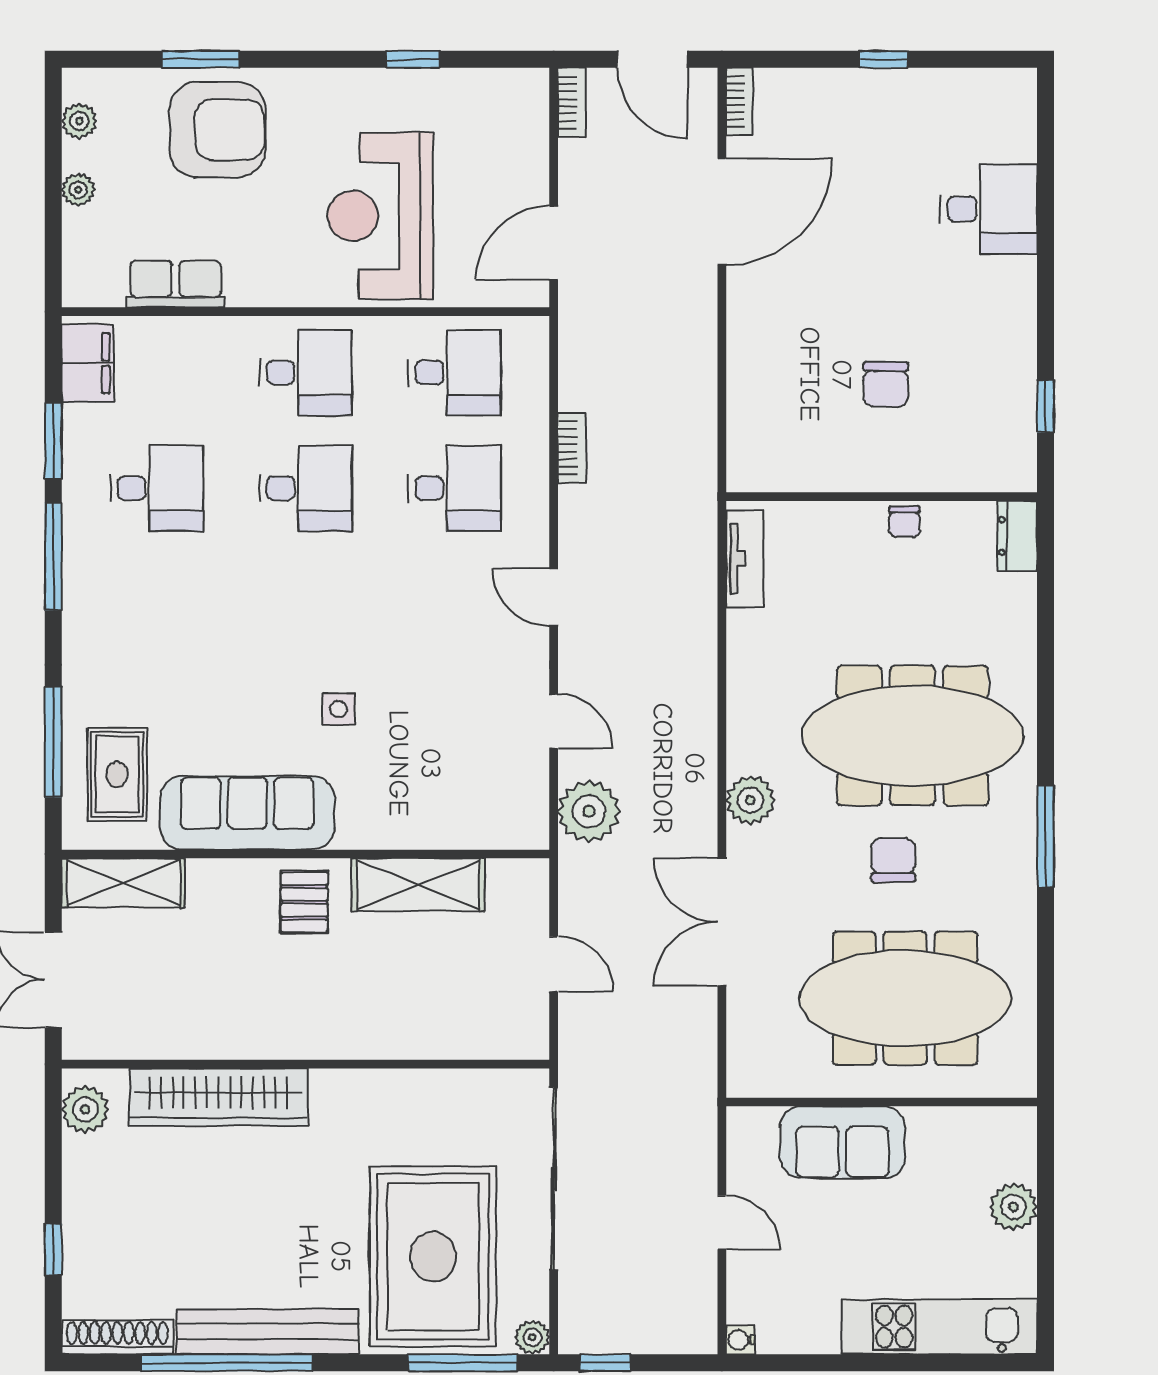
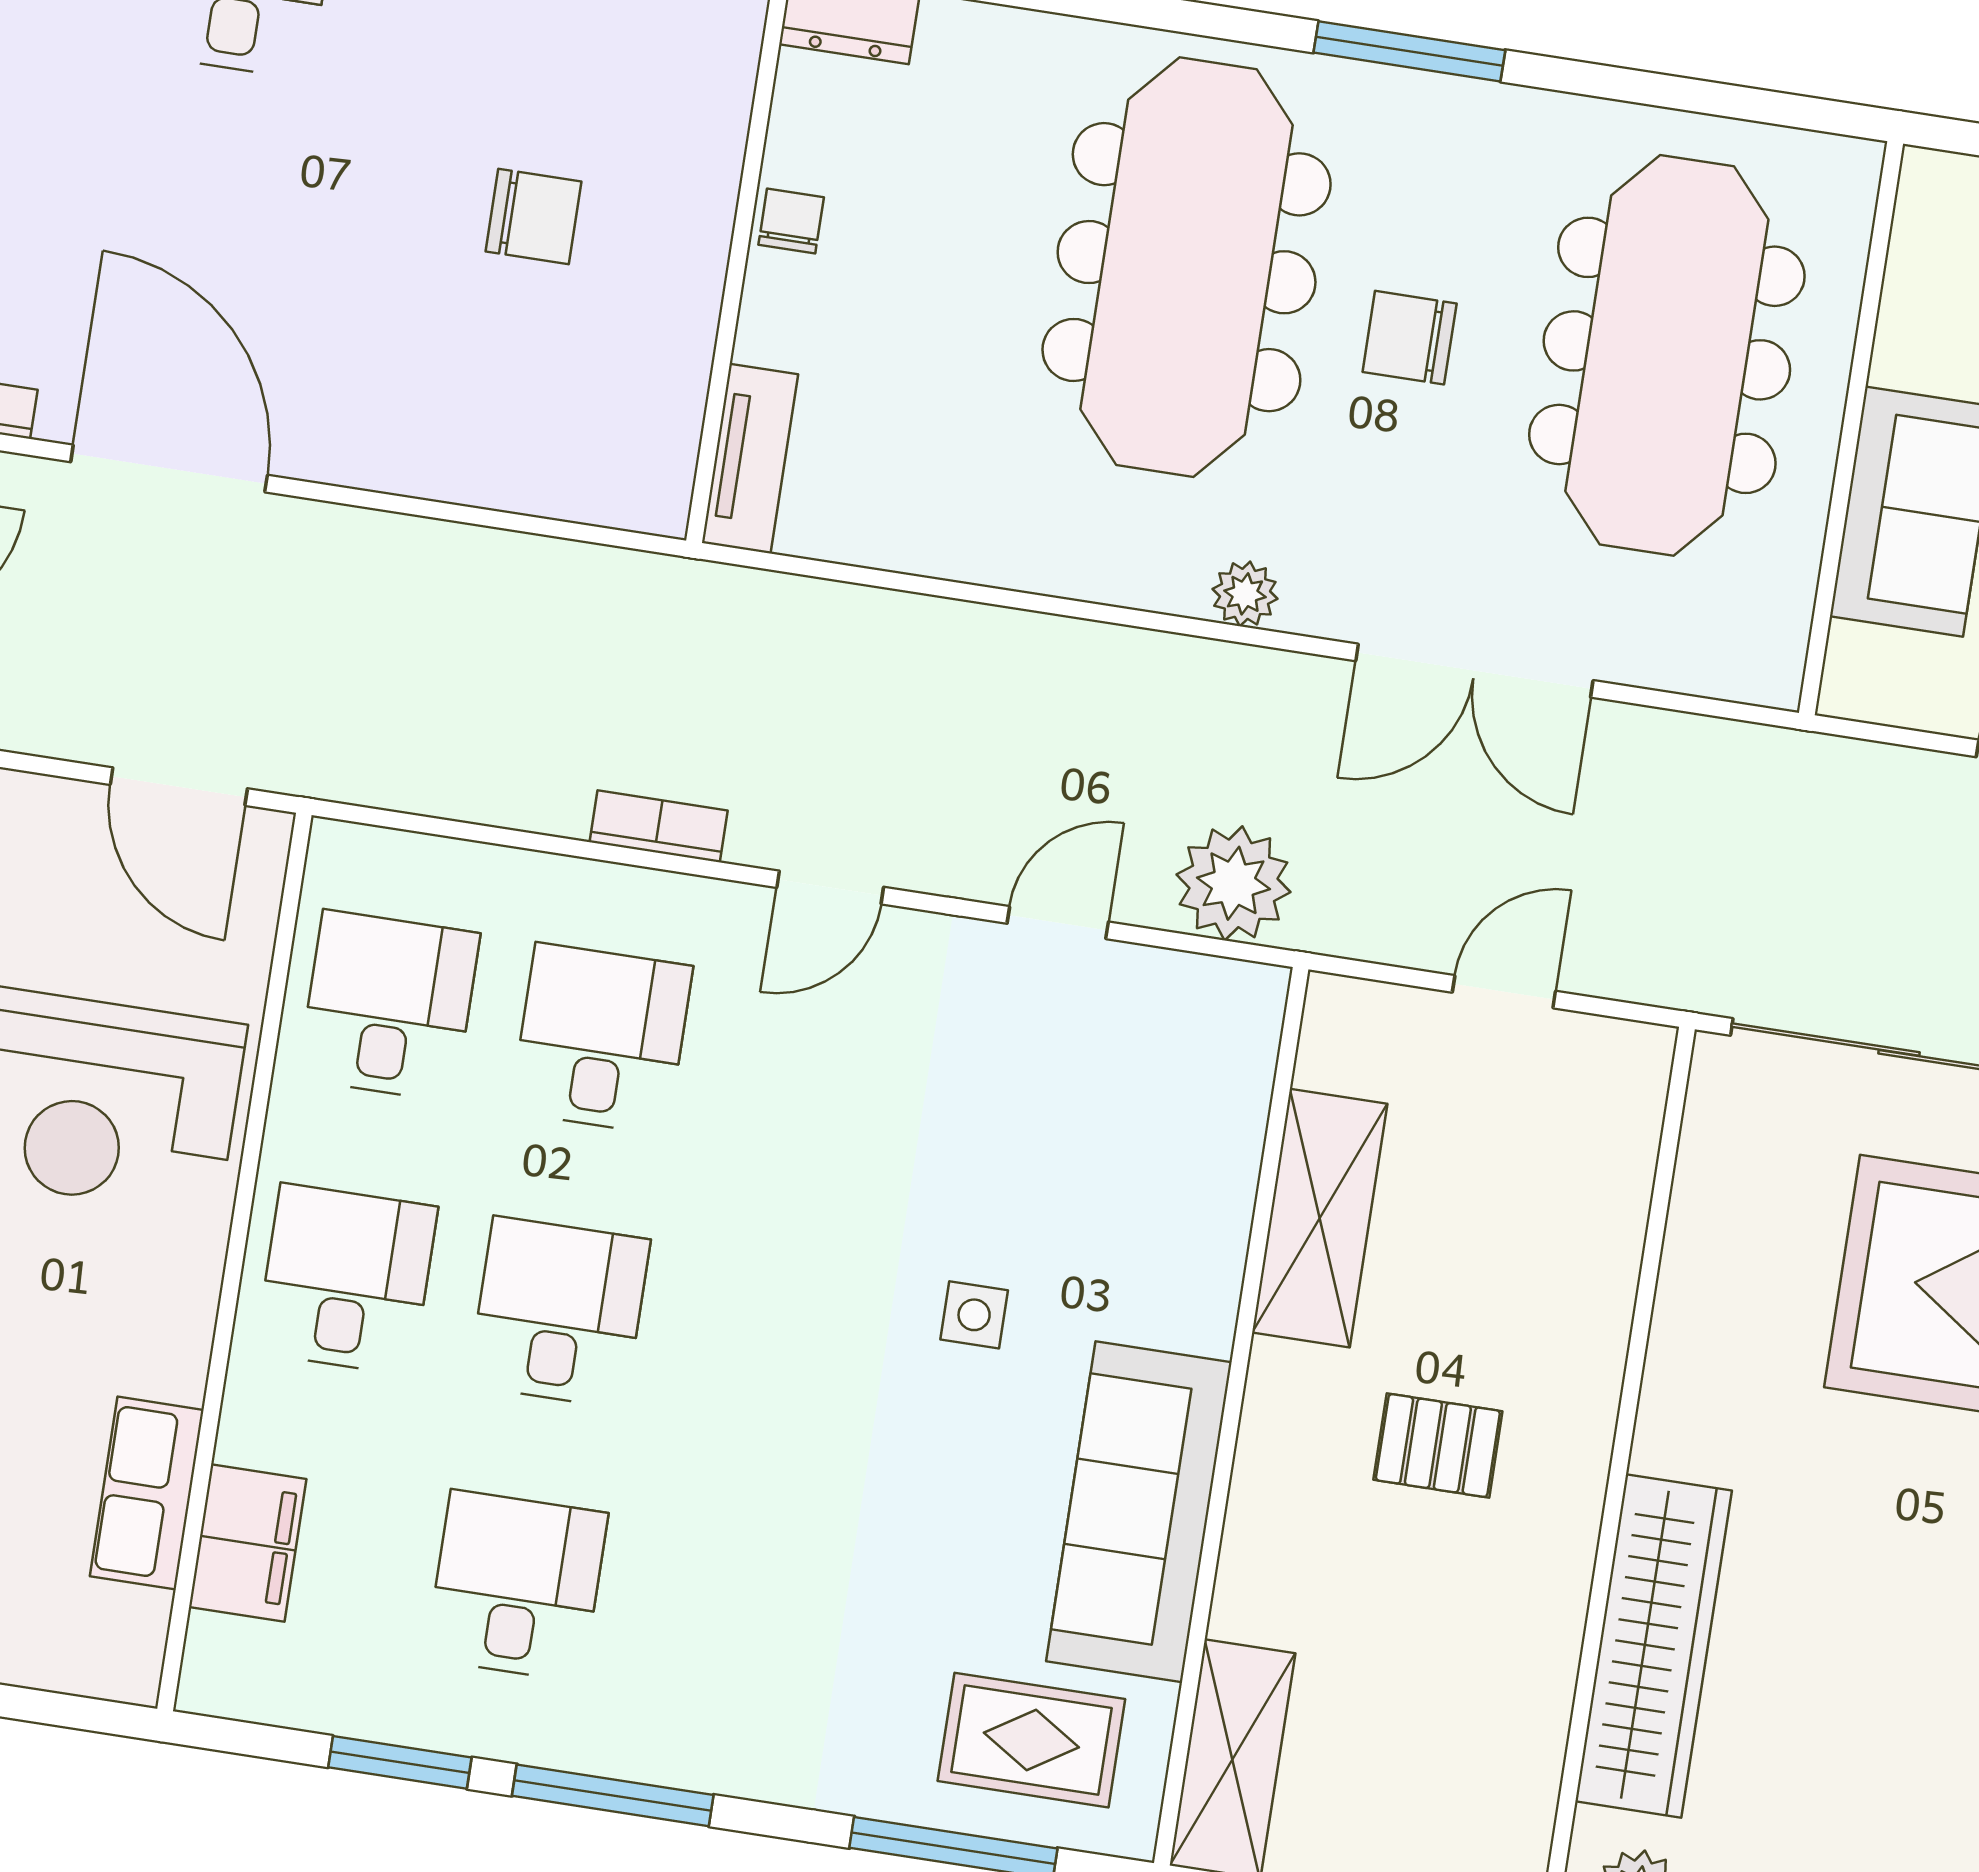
filing cabinet: (88, 363) -> (248, 1543), moved, turned 90
bookcase: (572, 448) -> (659, 826), moved
chair: (905, 522) -> (791, 221), turned -90
tv unit: (745, 558) -> (750, 459), moved, turned 90
plant: (750, 800) -> (1245, 594), width x0.73, depth x0.73
pallet: (304, 902) -> (1438, 1446), moved

